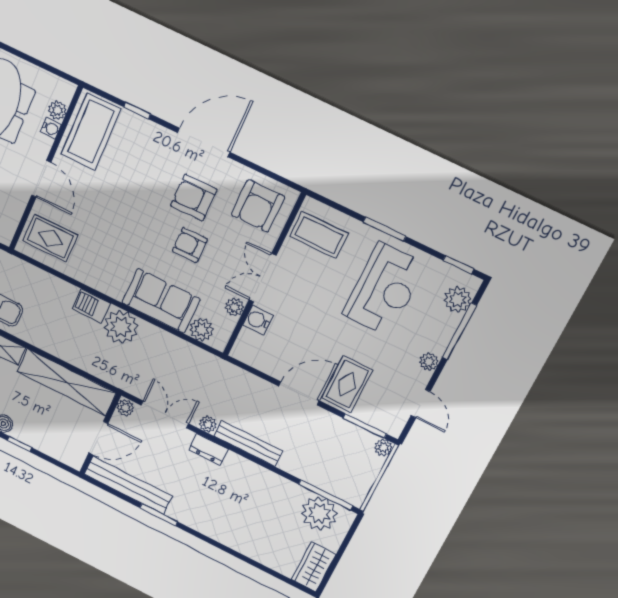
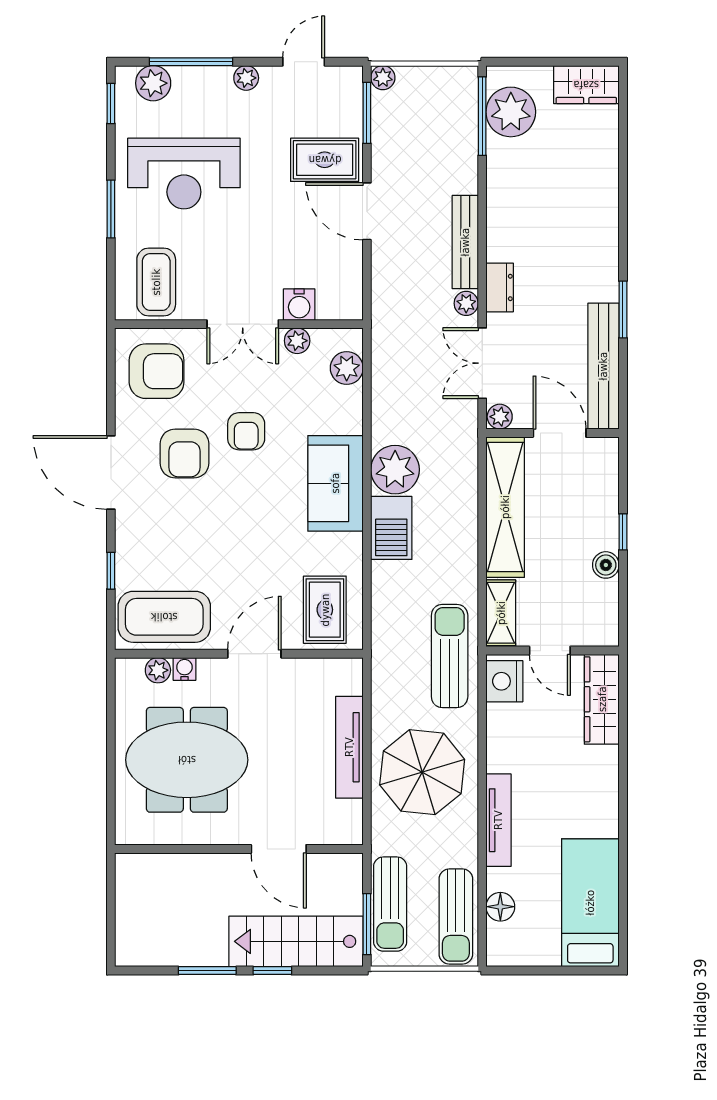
reception desk: (384, 289) -> (184, 174), turned 180
sofa: (161, 301) -> (335, 483), moved
barbecue: (91, 306) -> (391, 528), width x1.38, depth x1.27

